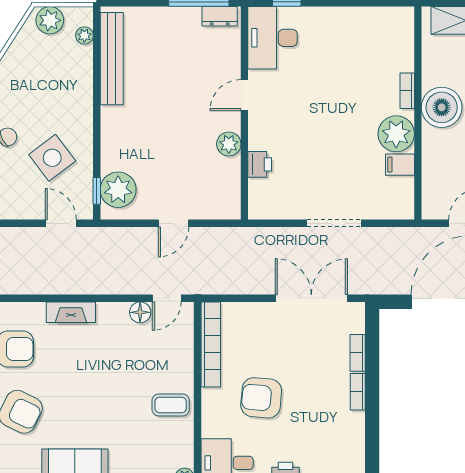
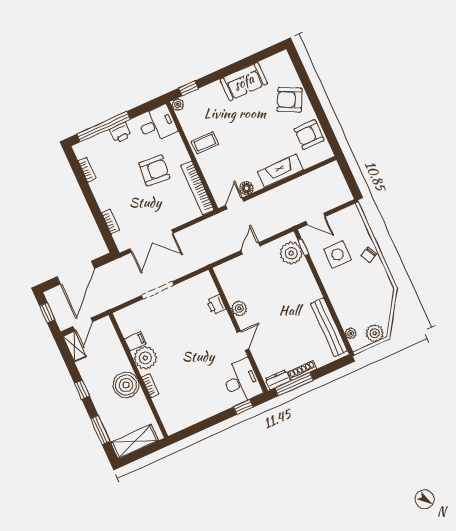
shoe rack: (178, 14) -> (302, 370), added
side table: (52, 158) -> (338, 254), turned 37
fireplace: (71, 312) -> (280, 171), width x1.37, depth x1.32
bookcase: (358, 392) -> (87, 170), moved

